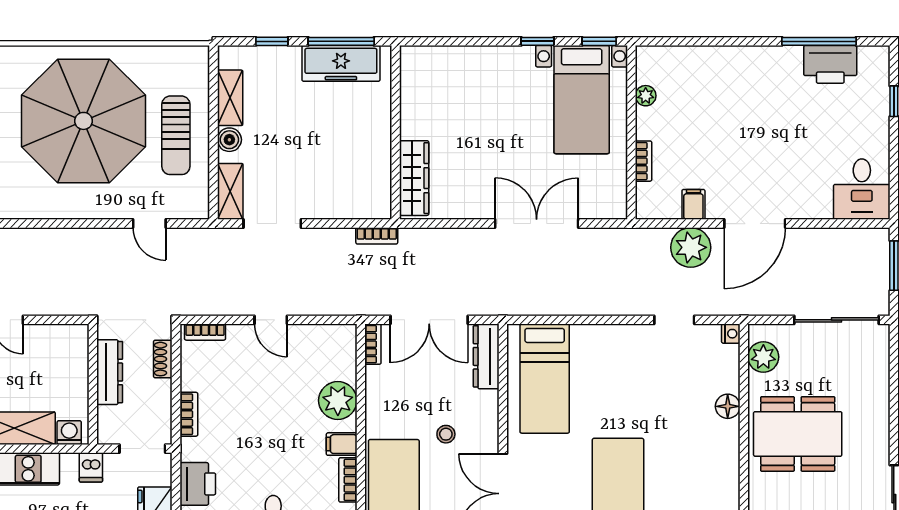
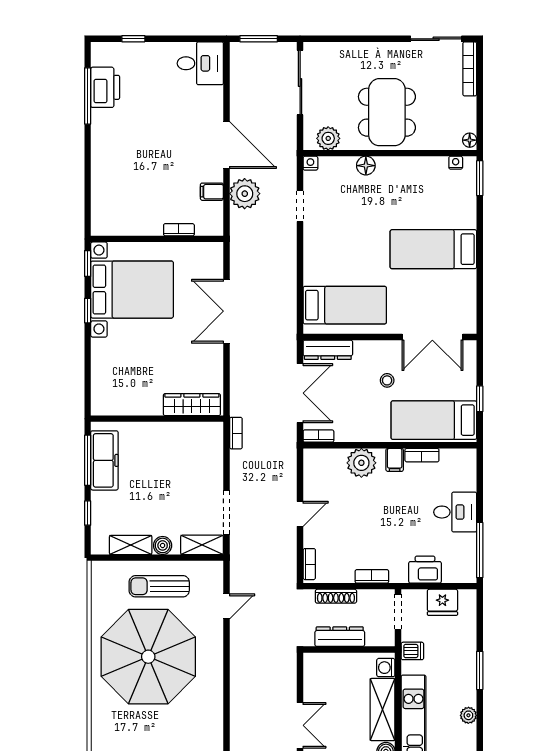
plant: (646, 96) -> (129, 228), removed
bed with nightstands: (582, 100) -> (132, 290), width x1.36
sun lounger: (176, 135) -> (159, 586), turned 180
shoe rack: (163, 359) -> (336, 596), width x1.43

